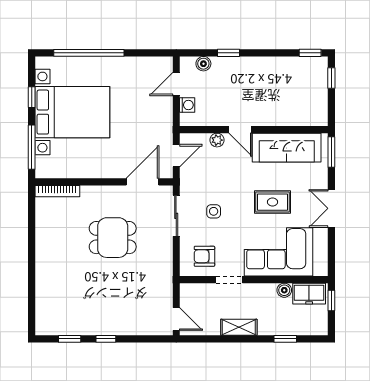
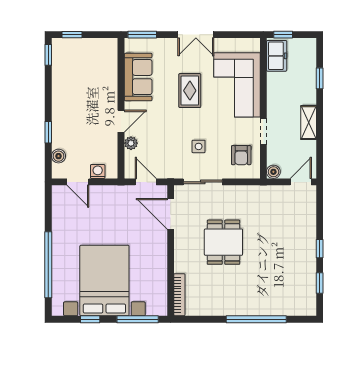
sofa: (287, 148) -> (138, 77), width x0.73
window: (32, 272) -> (256, 319), added
boiler: (284, 290) -> (273, 172), moved

